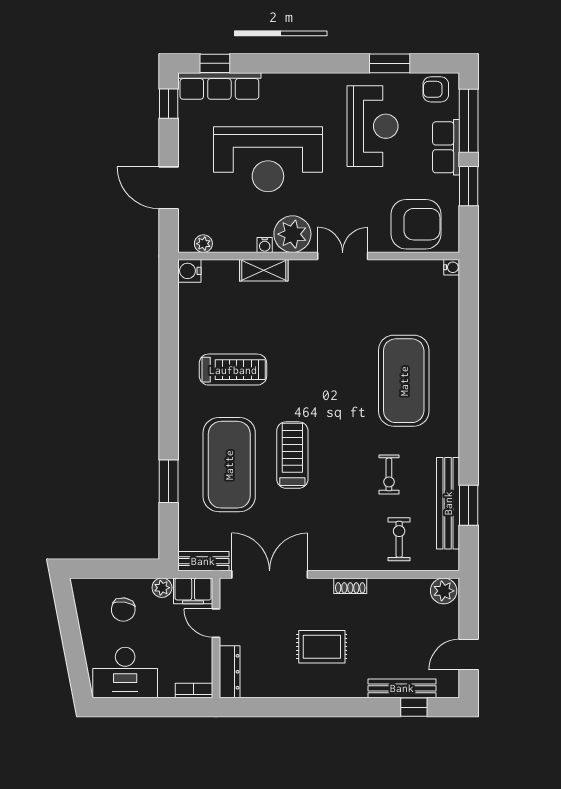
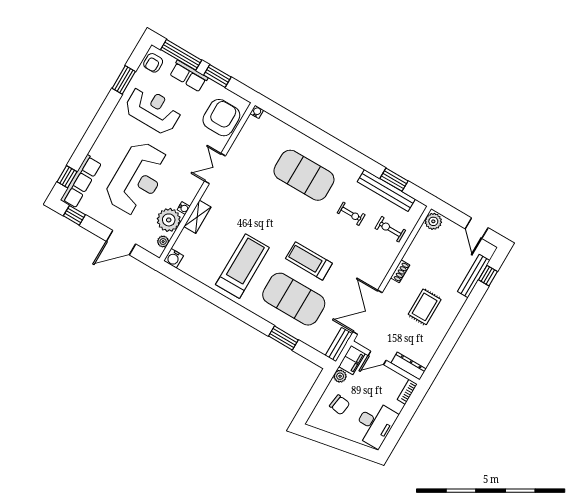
plant: (292, 234) -> (169, 220), moved
treadmill: (233, 370) -> (242, 266), width x1.37, depth x1.38

